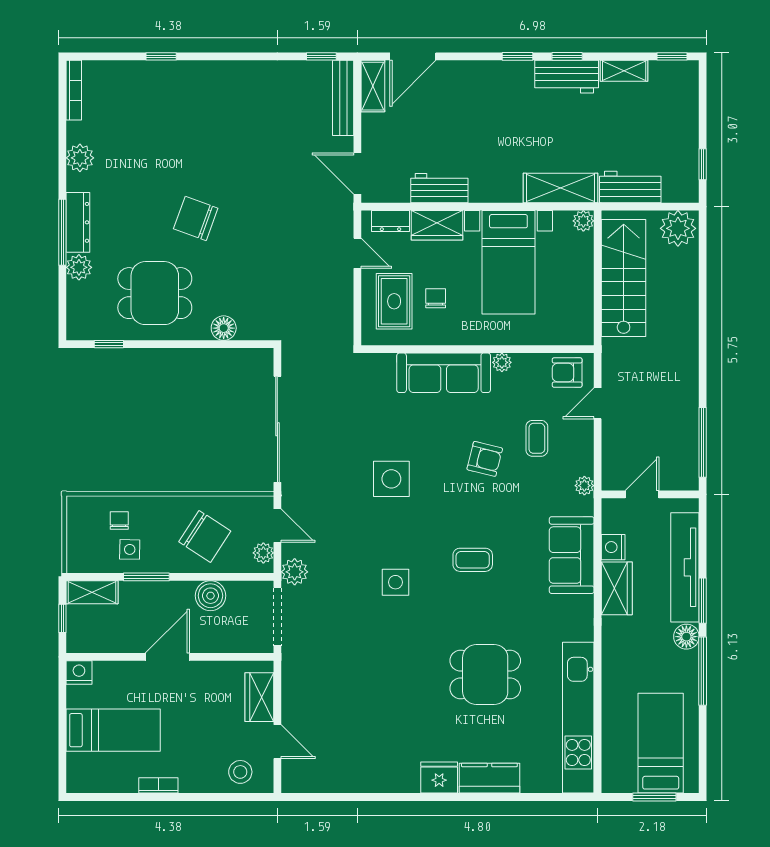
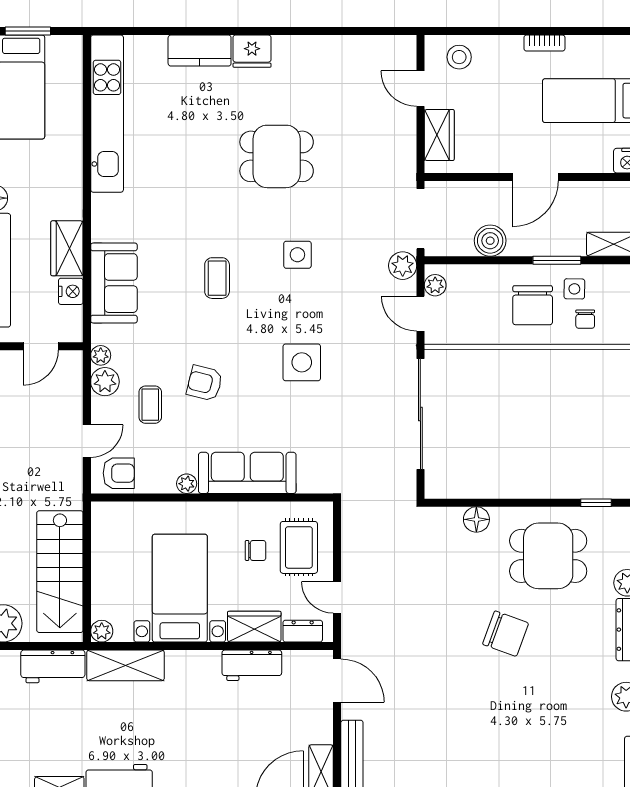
chair: (436, 298) -> (256, 550), turned -90
plant: (580, 460) -> (105, 382), added
chair: (205, 536) -> (533, 305), moved, turned -123
coffee table: (473, 560) -> (217, 278), turned 90
dining table: (485, 675) -> (277, 156), moved

